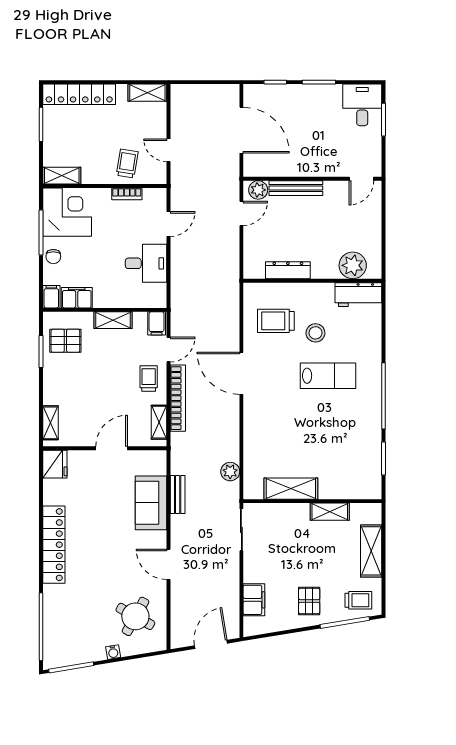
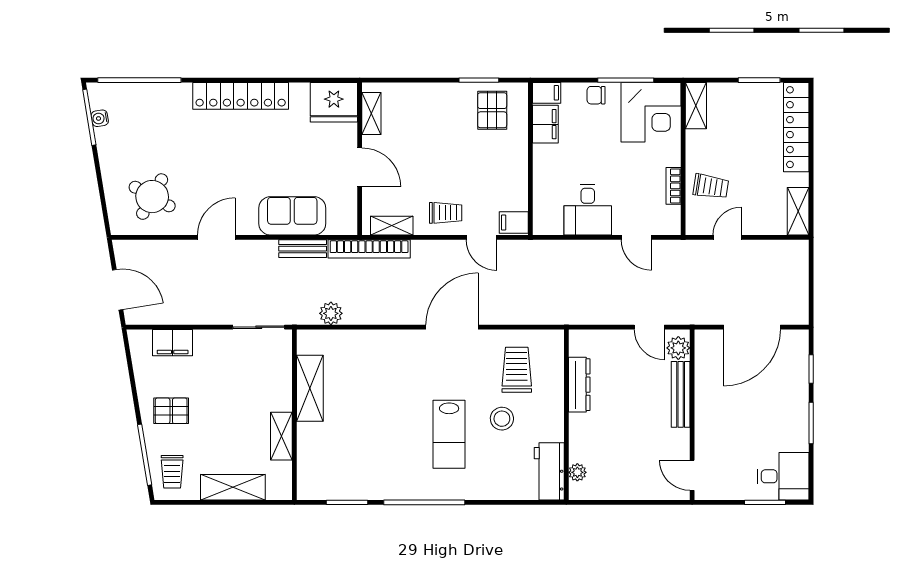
plant: (353, 265) -> (577, 472), width x0.53, depth x0.53
shelving: (113, 320) -> (518, 169), removed
bookcase: (178, 398) -> (369, 249), moved
shelving: (51, 423) -> (371, 113), moved, turned 90
fridge: (55, 464) -> (334, 102), width x1.36, depth x1.34
water cooler: (113, 652) -> (100, 118), moved

